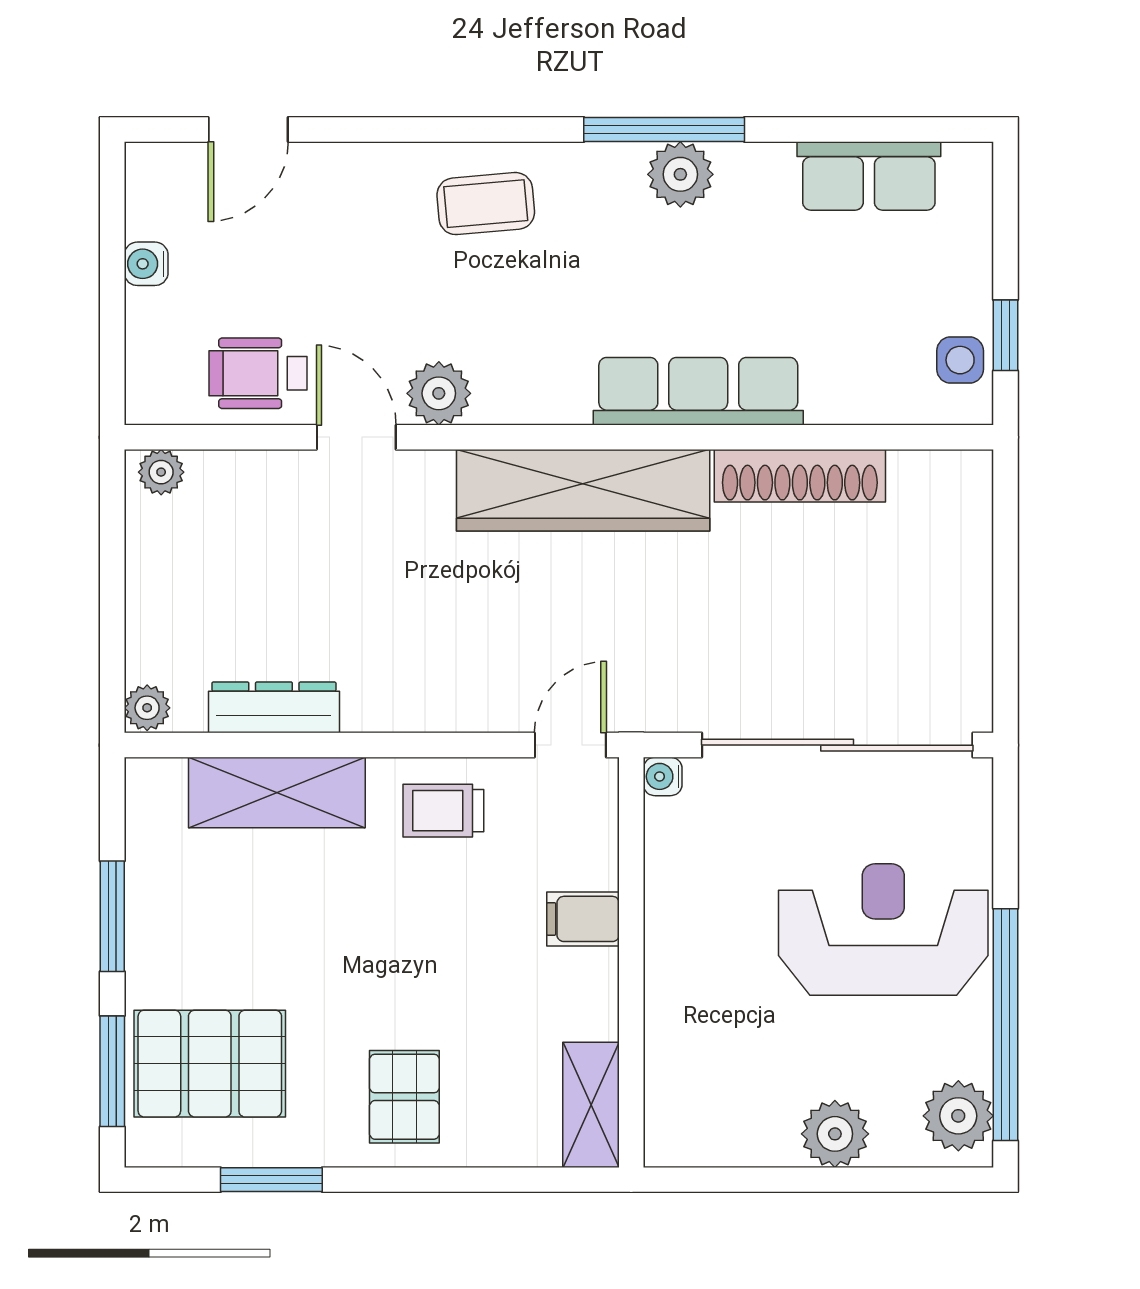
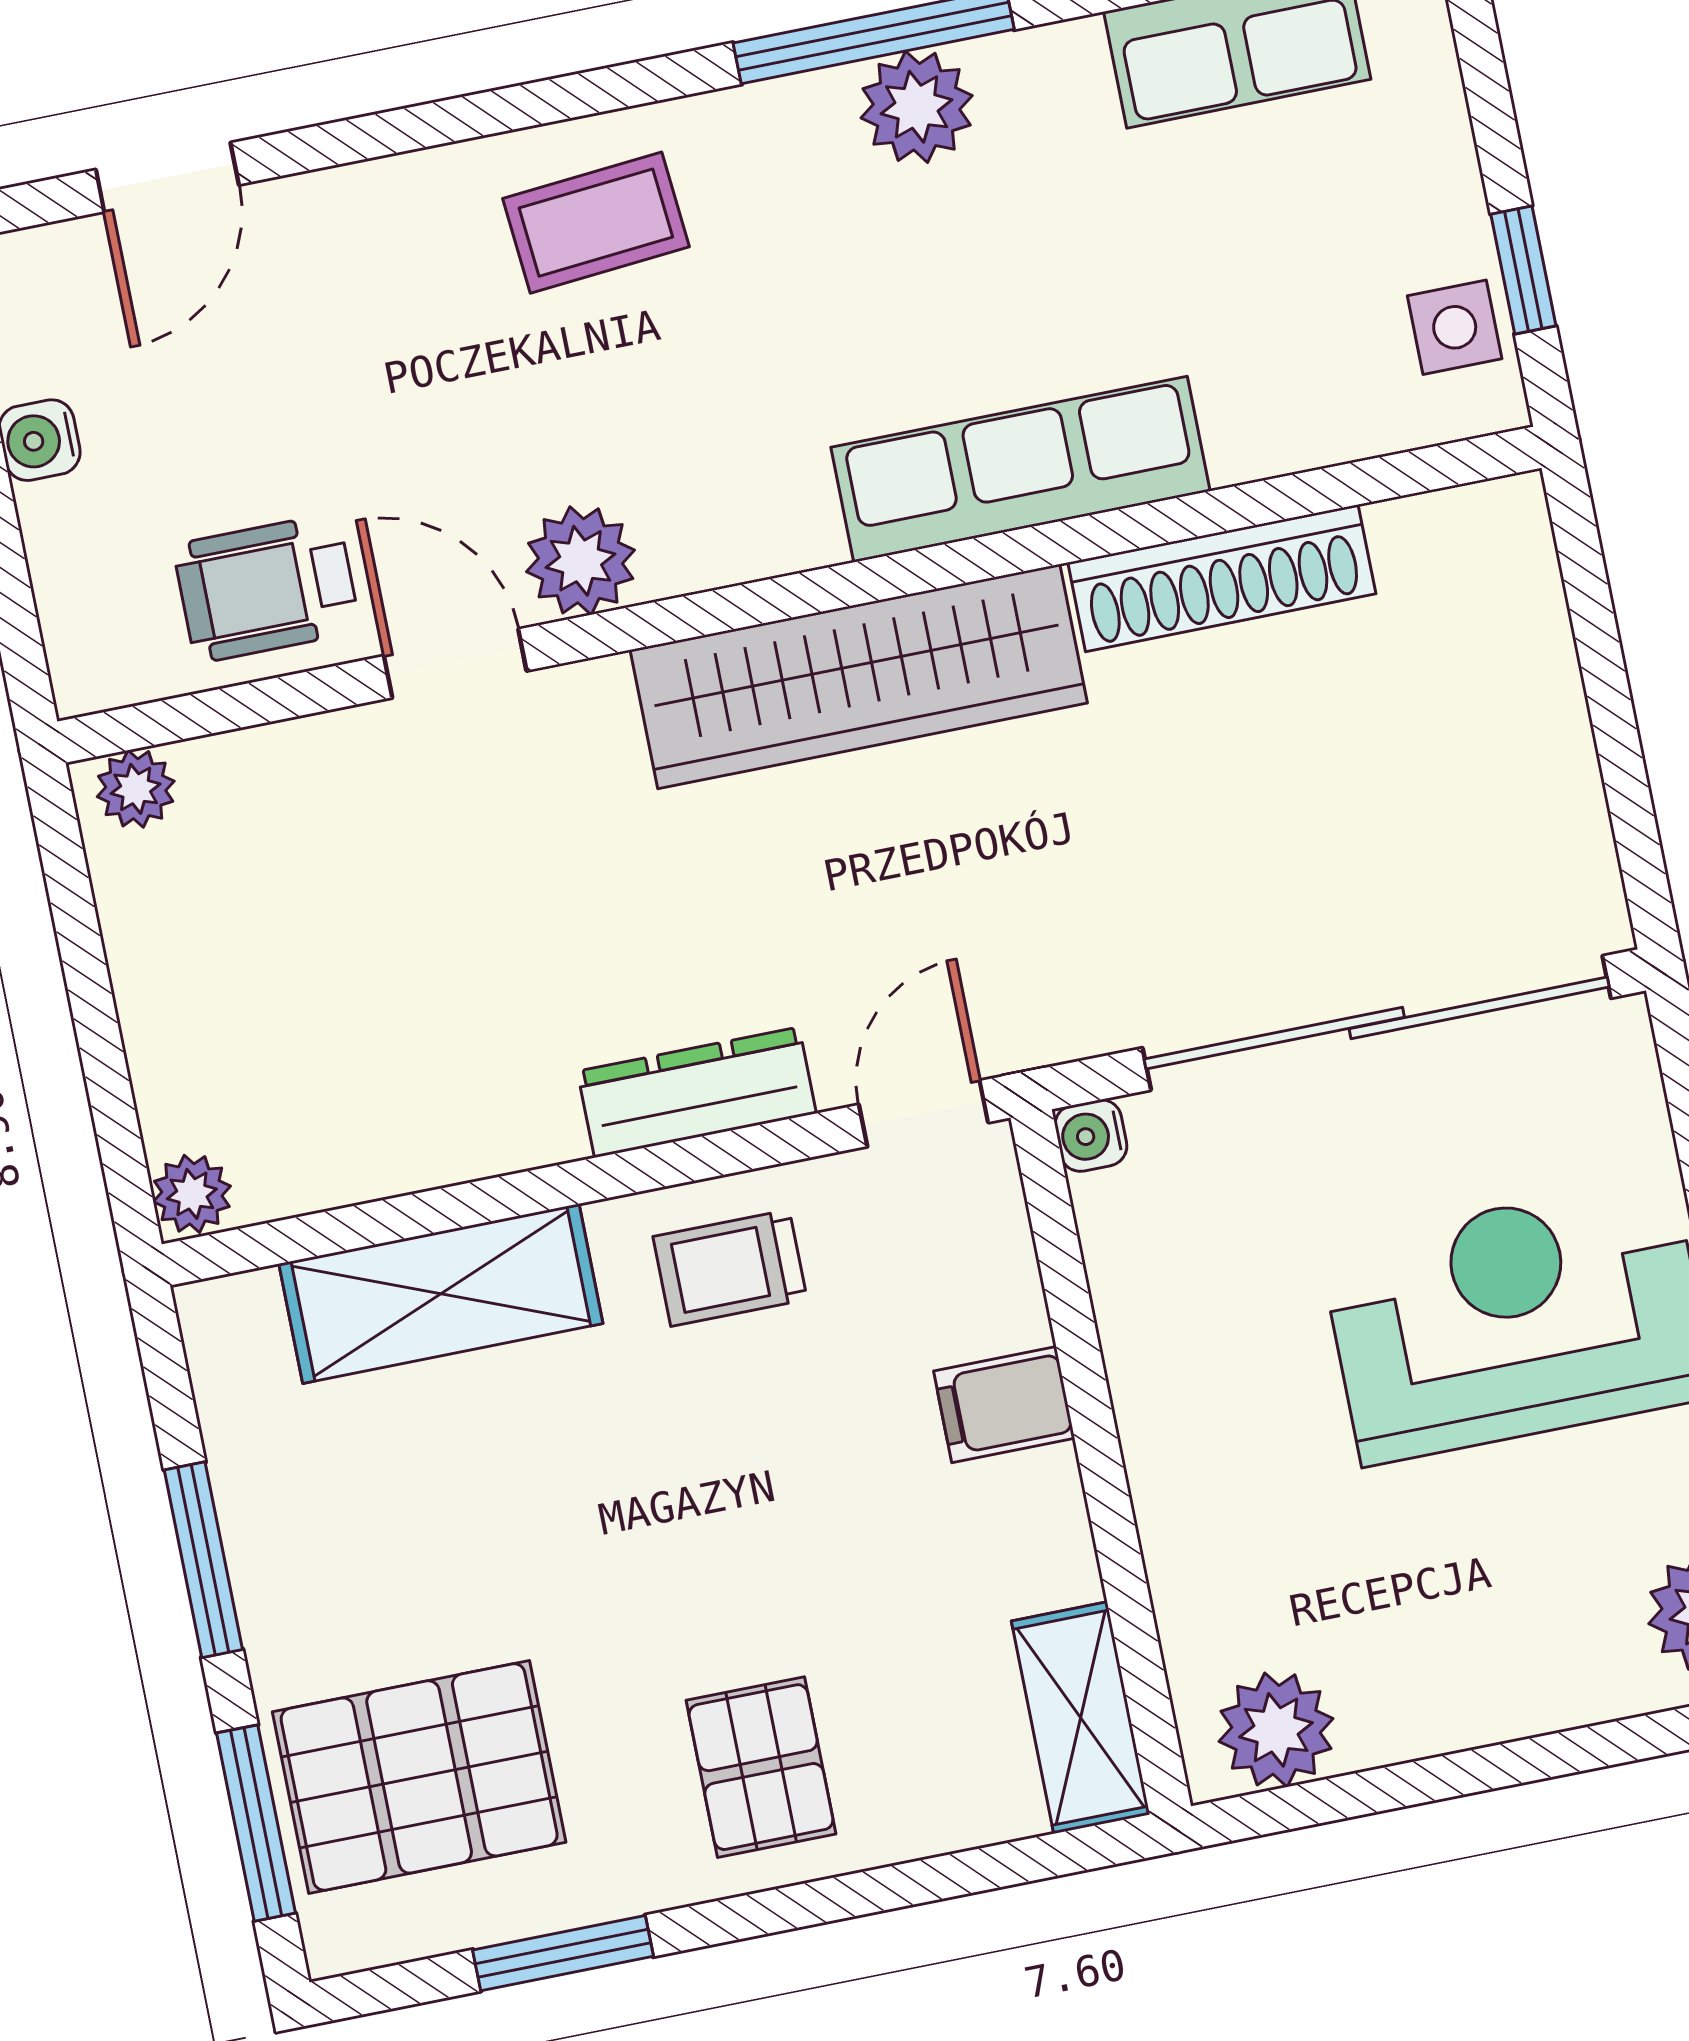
dresser: (274, 707) -> (697, 1092), moved
plant: (835, 1134) -> (1276, 1730), moved

